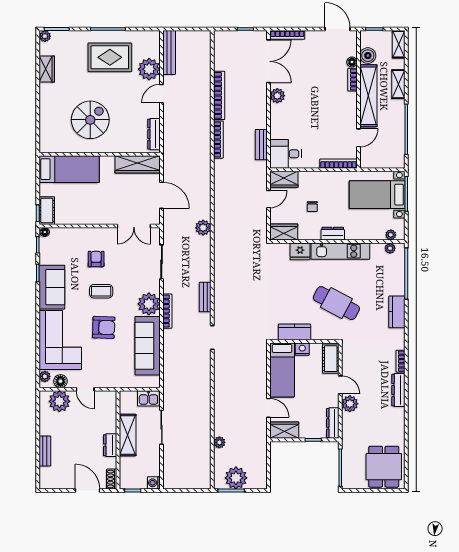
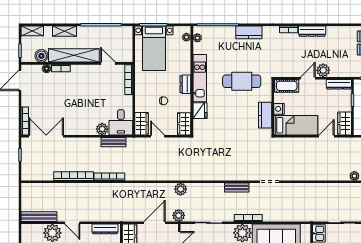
plant: (277, 96) -> (102, 129), moved
plant: (171, 225) -> (179, 215), added
cafe table: (336, 303) -> (242, 81), turned 62

